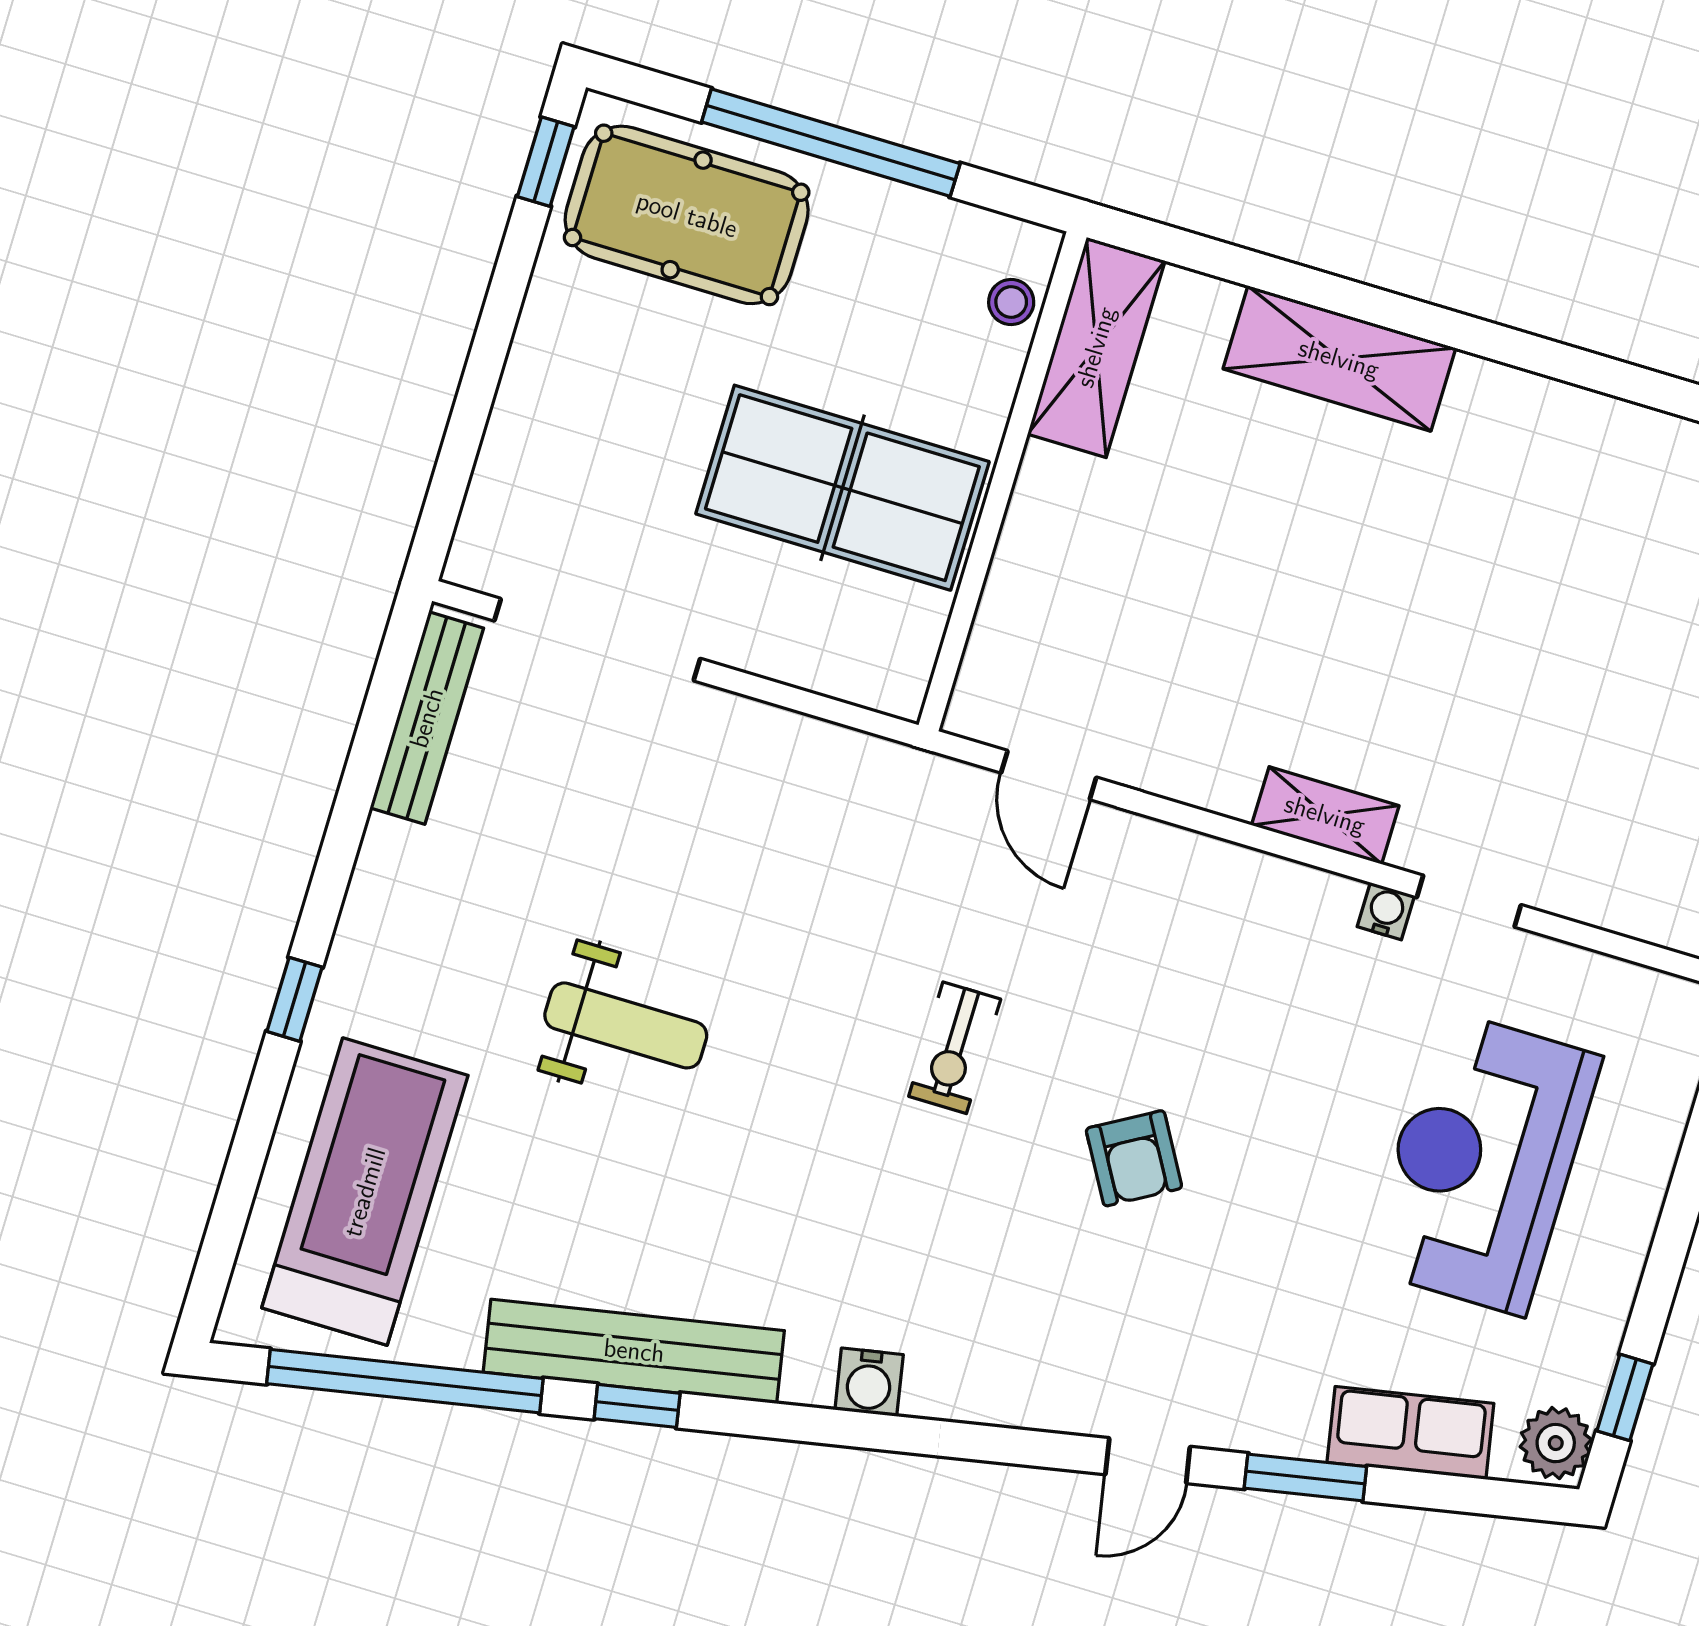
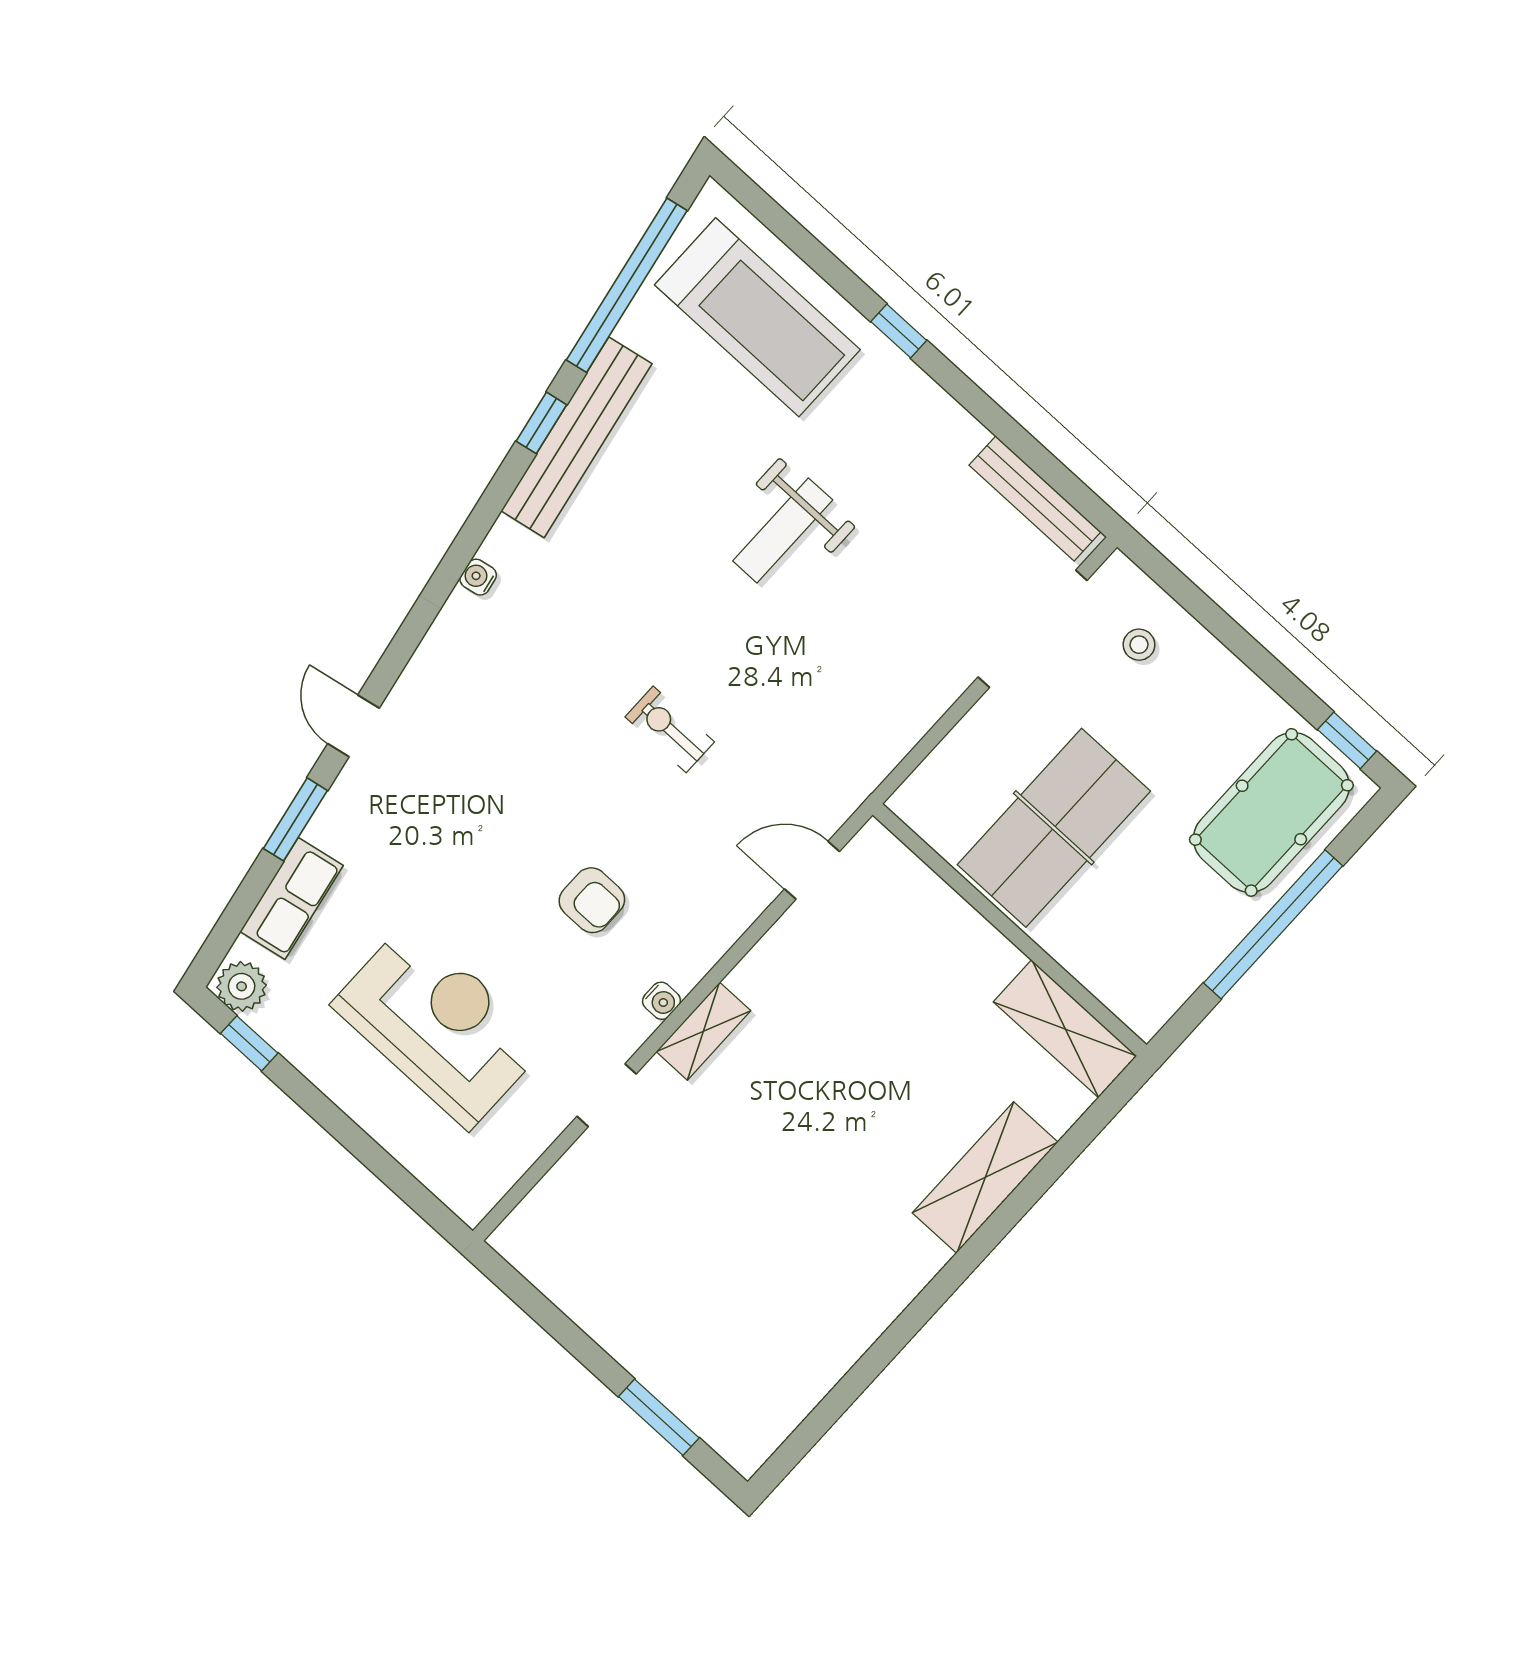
stool: (1011, 302) -> (1139, 645), moved
water cooler: (1386, 911) -> (661, 1001), moved
armchair: (1134, 1158) -> (592, 900), moved, turned -150
water cooler: (869, 1382) -> (478, 577), width x0.72, depth x0.72

